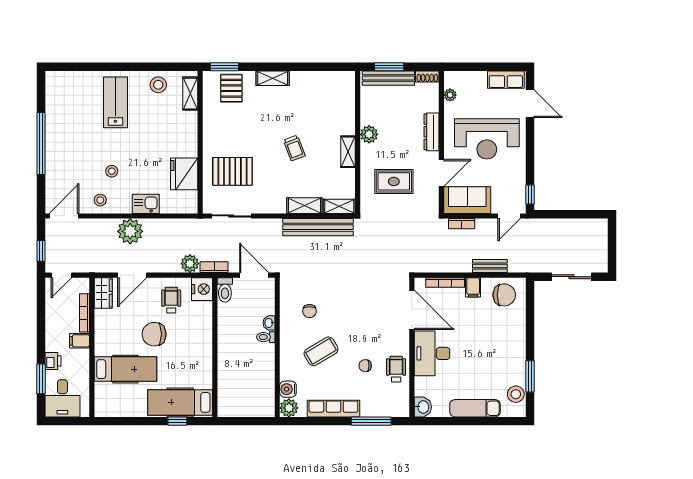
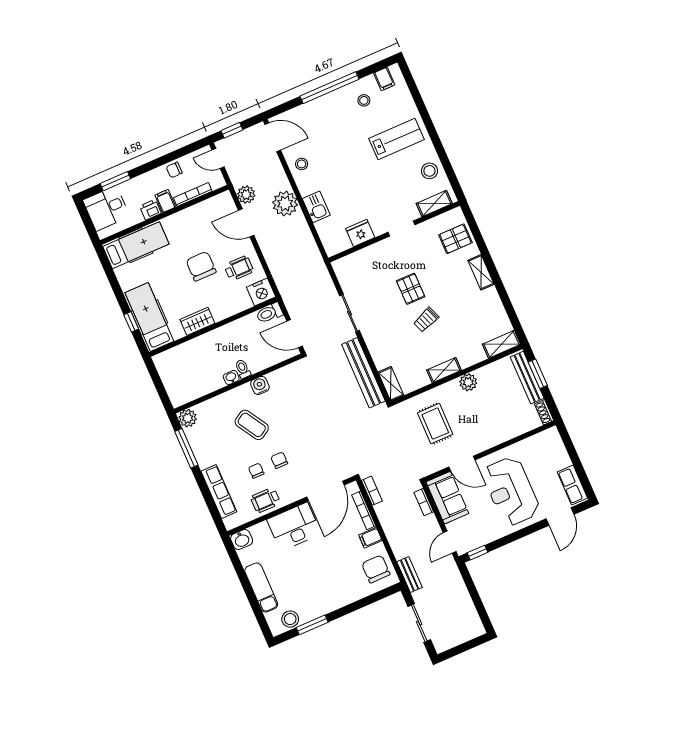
window: (224, 67) -> (472, 224), removed
filing cabinet: (55, 89) -> (384, 79), added
plant: (450, 95) -> (536, 440), removed
dresser: (431, 132) -> (495, 438), removed
doorway: (200, 134) -> (402, 229), added
stool: (112, 171) -> (364, 100), moved
pallet: (232, 171) -> (411, 289), moved, width x0.67, depth x0.71
fridge: (184, 174) -> (360, 233), width x0.73, depth x0.75
shelving: (304, 206) -> (501, 344), moved, turned 90
sliding door: (231, 216) -> (350, 313), moved
door: (509, 216) -> (450, 542), hinge flipped
plant: (190, 264) -> (246, 195), moved
bench: (490, 266) -> (410, 575), moved
bookcase: (214, 267) -> (372, 491), moved
door: (254, 275) -> (295, 334), swing flipped
wardrobe: (103, 293) -> (197, 321), moved, turned 180
chair: (504, 295) -> (376, 569), turned 180
chair: (309, 311) -> (279, 460), moved, turned 90
chair: (54, 320) -> (174, 170), added
washbasin: (269, 323) -> (231, 377), moved
printer: (53, 361) -> (150, 210), moved, turned 180
hospital bed: (125, 369) -> (136, 245), moved, turned -90
wheelchair: (396, 369) -> (265, 500), turned 180
water cooler: (288, 389) -> (260, 385), moved
row of seats: (333, 409) -> (219, 491), moved
window: (371, 421) -> (186, 448), moved

